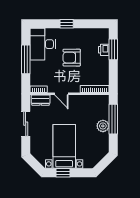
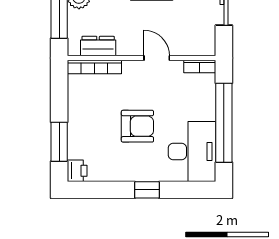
printer: (104, 50) -> (77, 171), moved
window: (26, 59) -> (224, 123), width x1.46
dresser: (41, 100) -> (98, 46), moved

